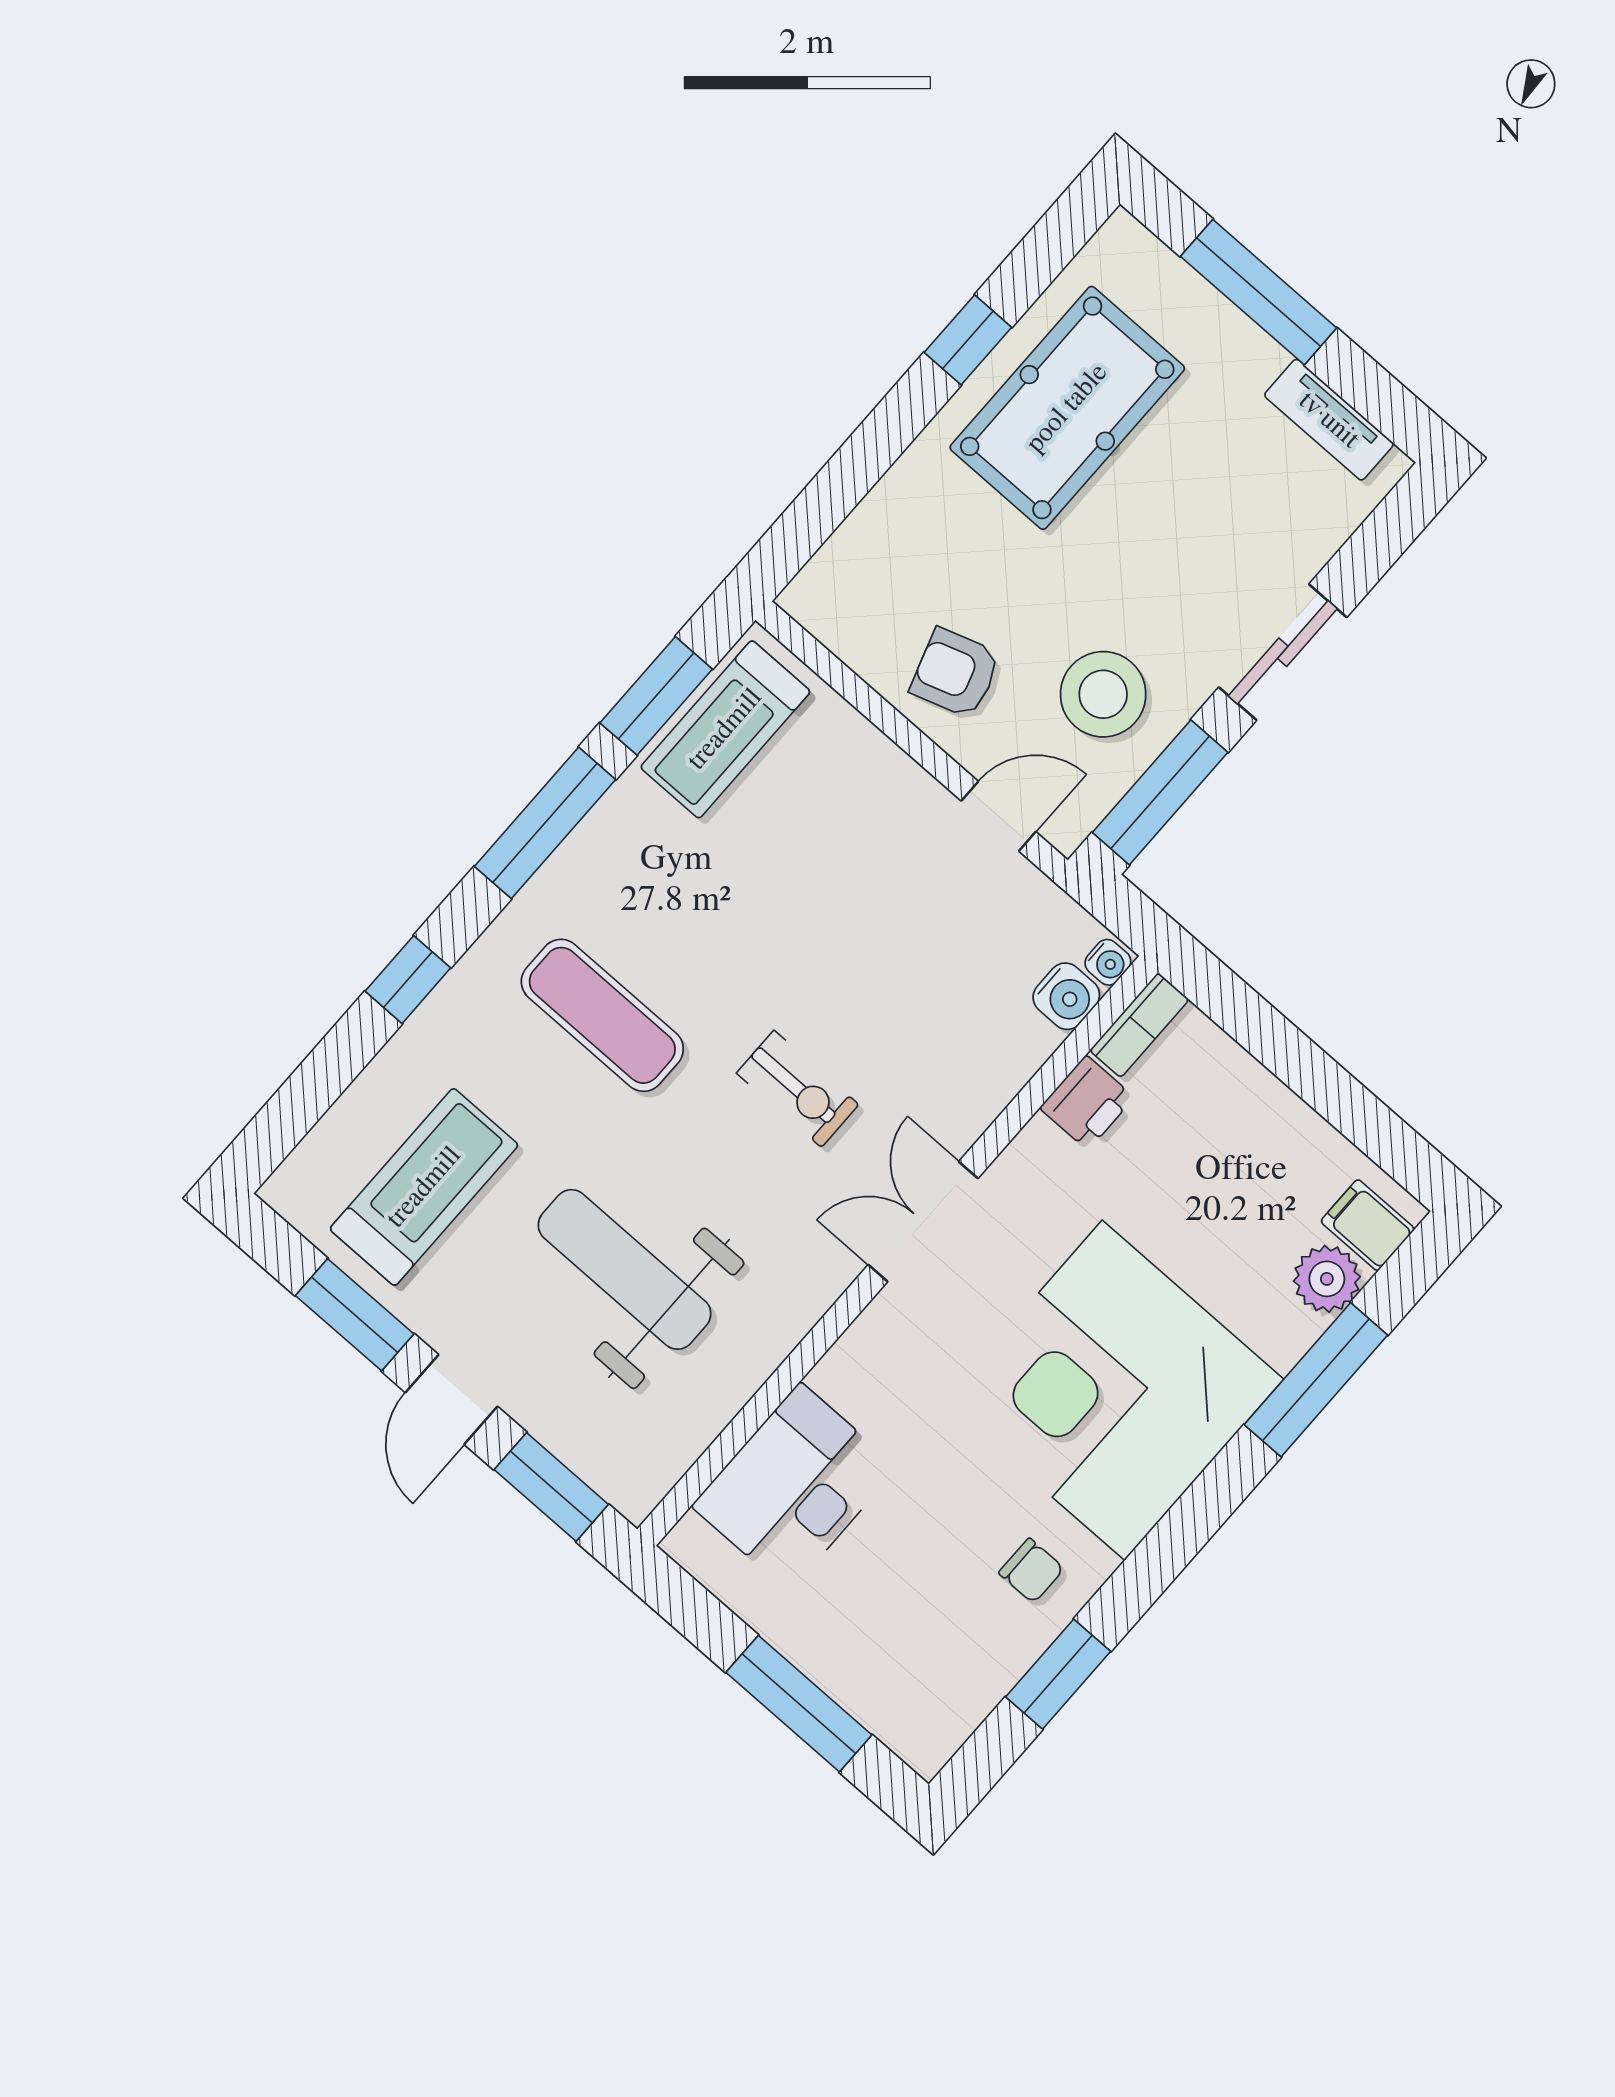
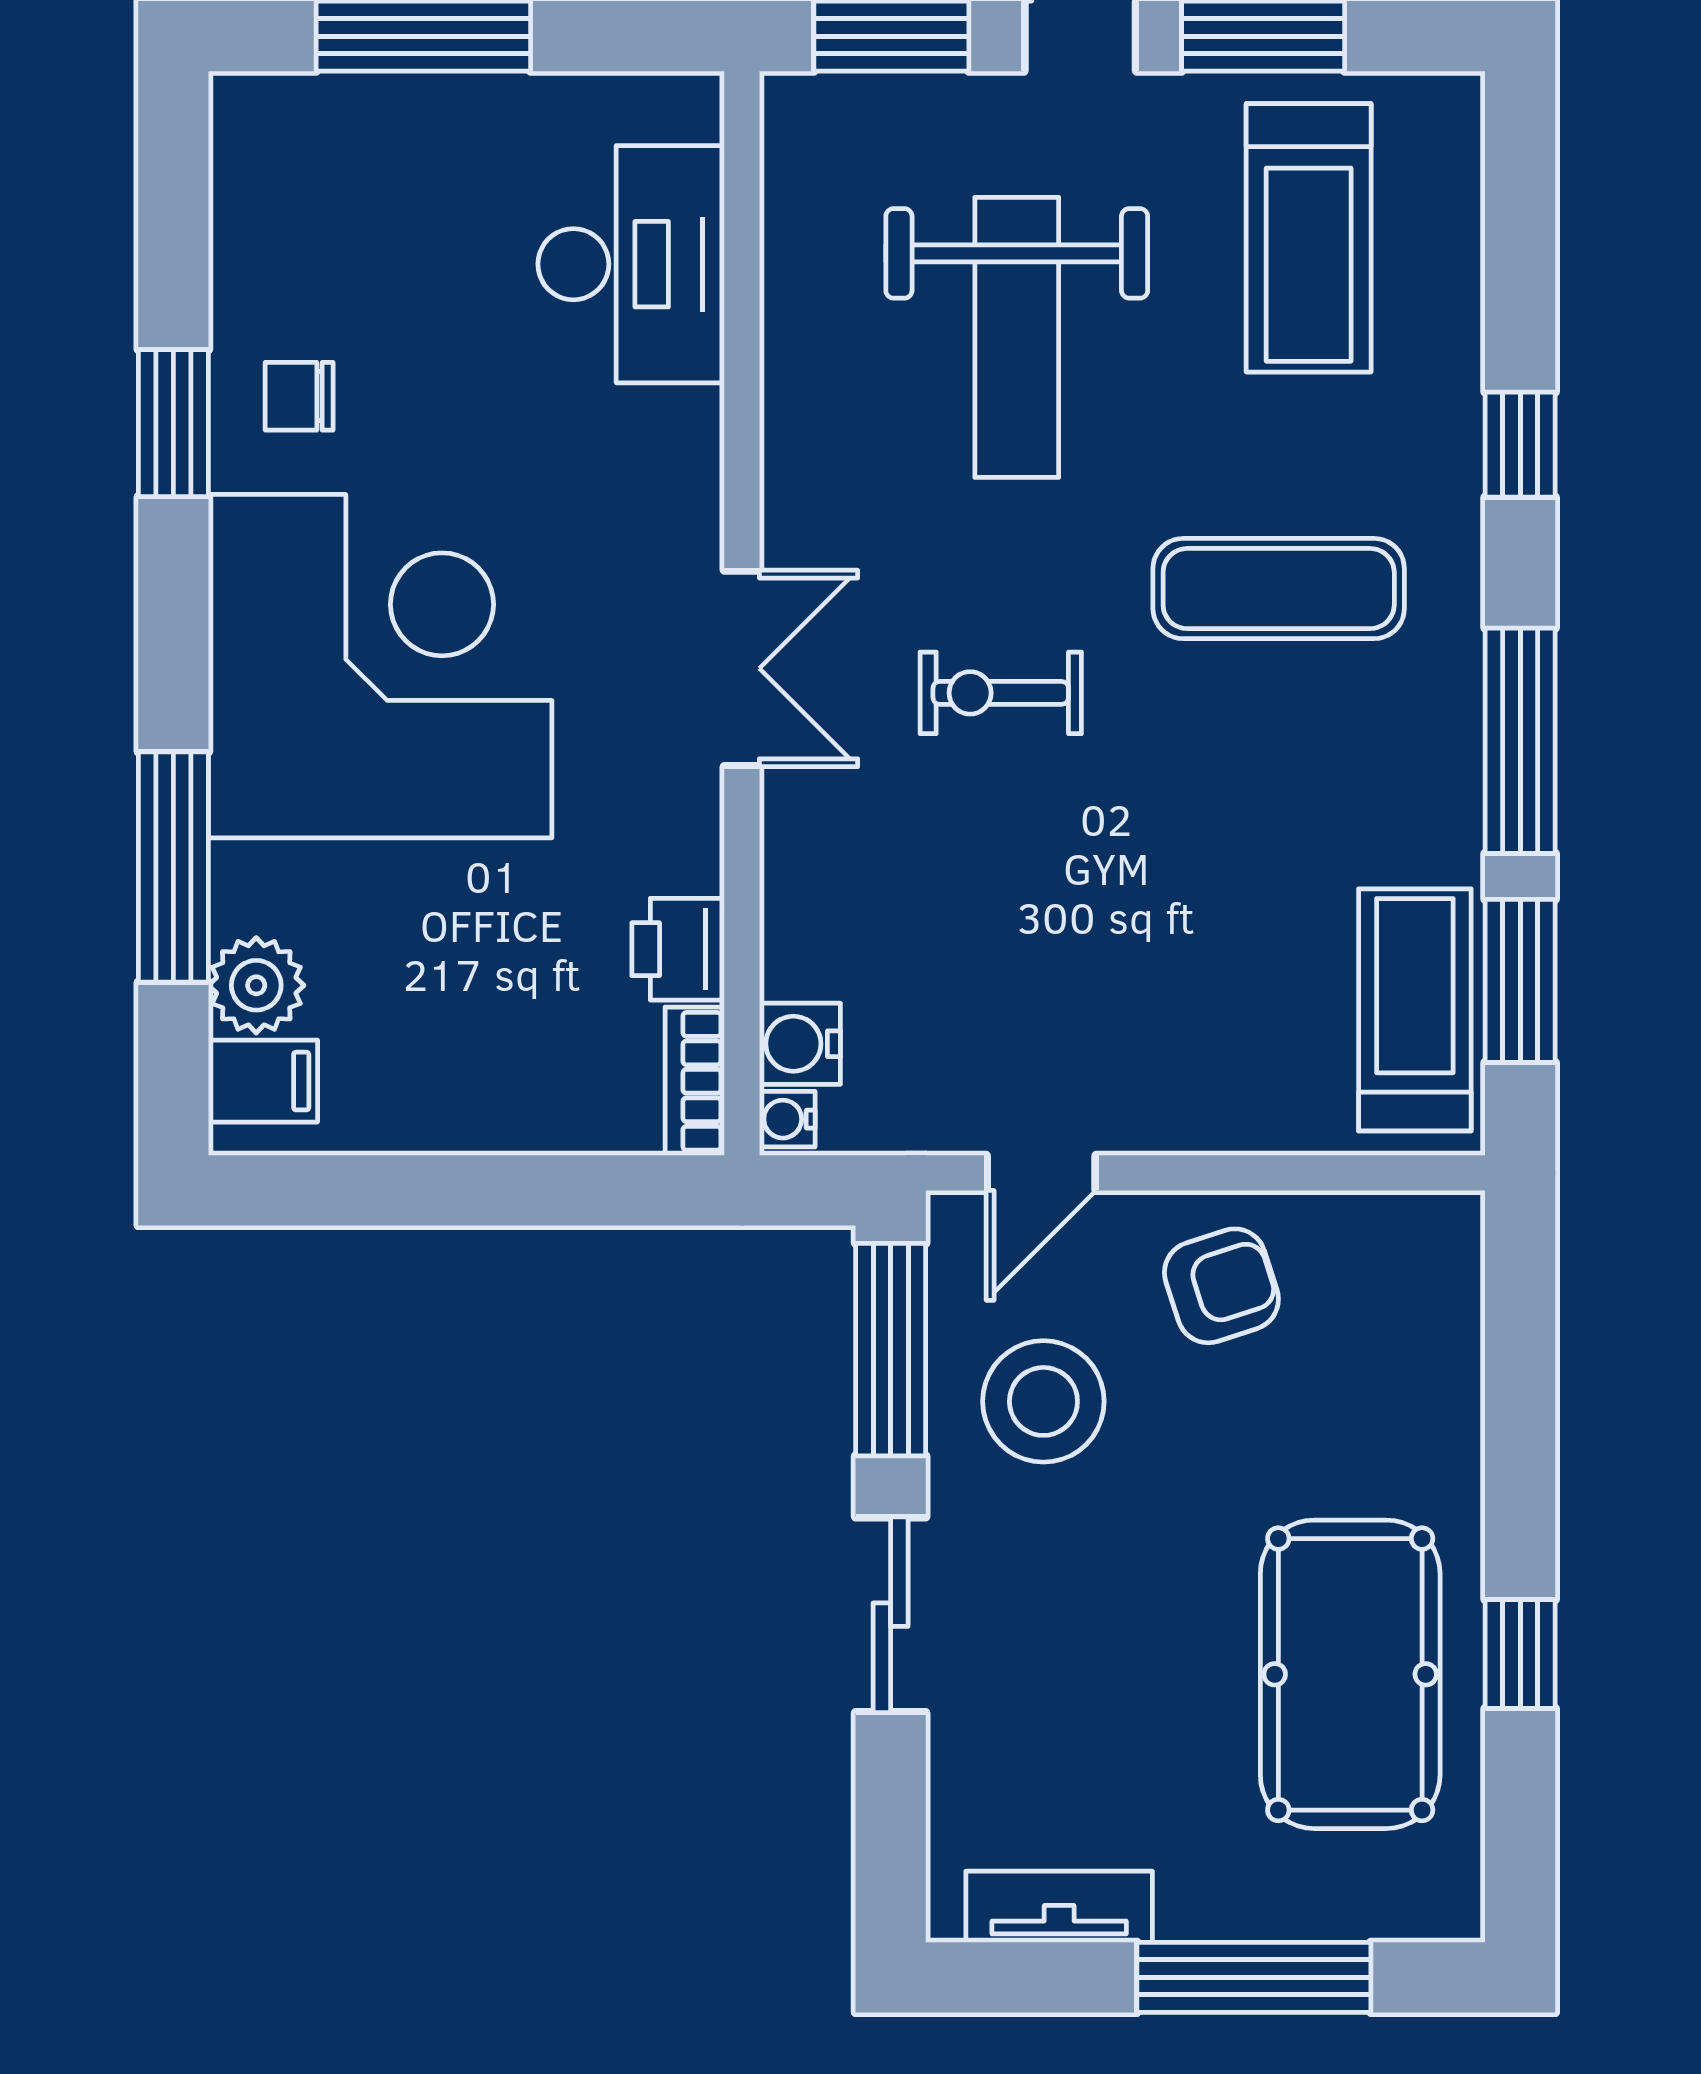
weight bench: (625, 1269) -> (1017, 337), turned 90
window: (1058, 1674) -> (173, 423), moved

